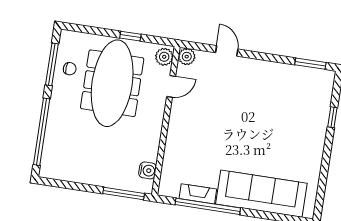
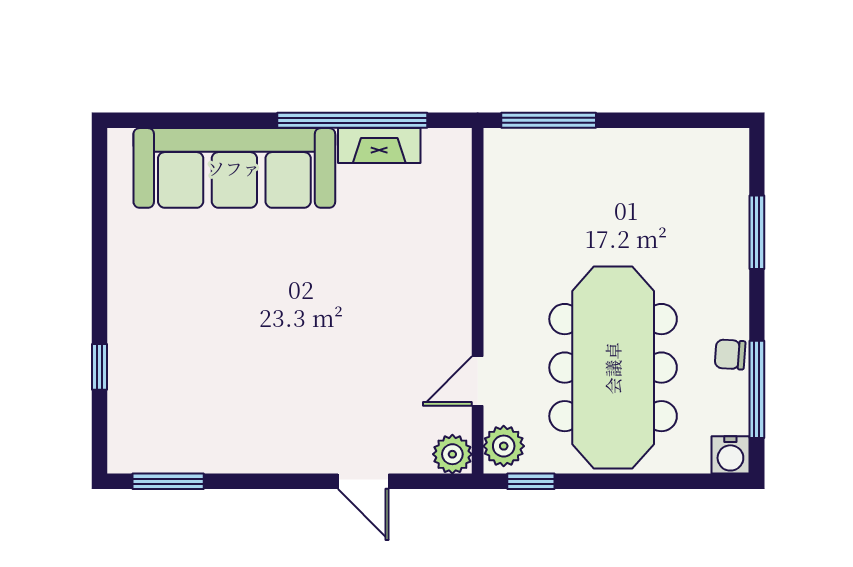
window: (130, 36) -> (531, 481), moved
chair: (70, 69) -> (730, 354), moved
window: (42, 132) -> (757, 232), width x0.47
water cooler: (147, 170) -> (730, 455), moved, turned -90

